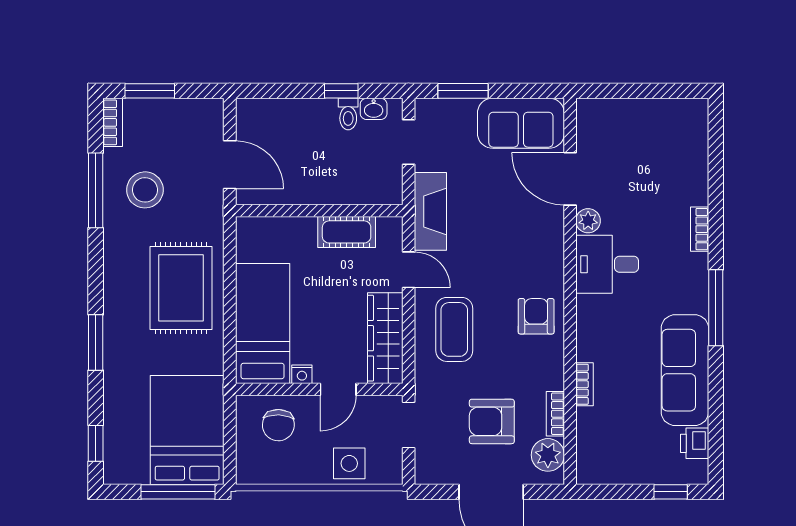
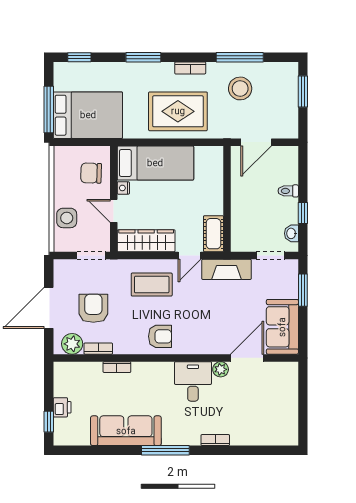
toilet: (348, 114) -> (288, 191), moved
bookcase: (113, 122) -> (190, 68), moved
cot: (347, 232) -> (213, 234), moved
printer: (695, 443) -> (62, 407), moved, turned 90

